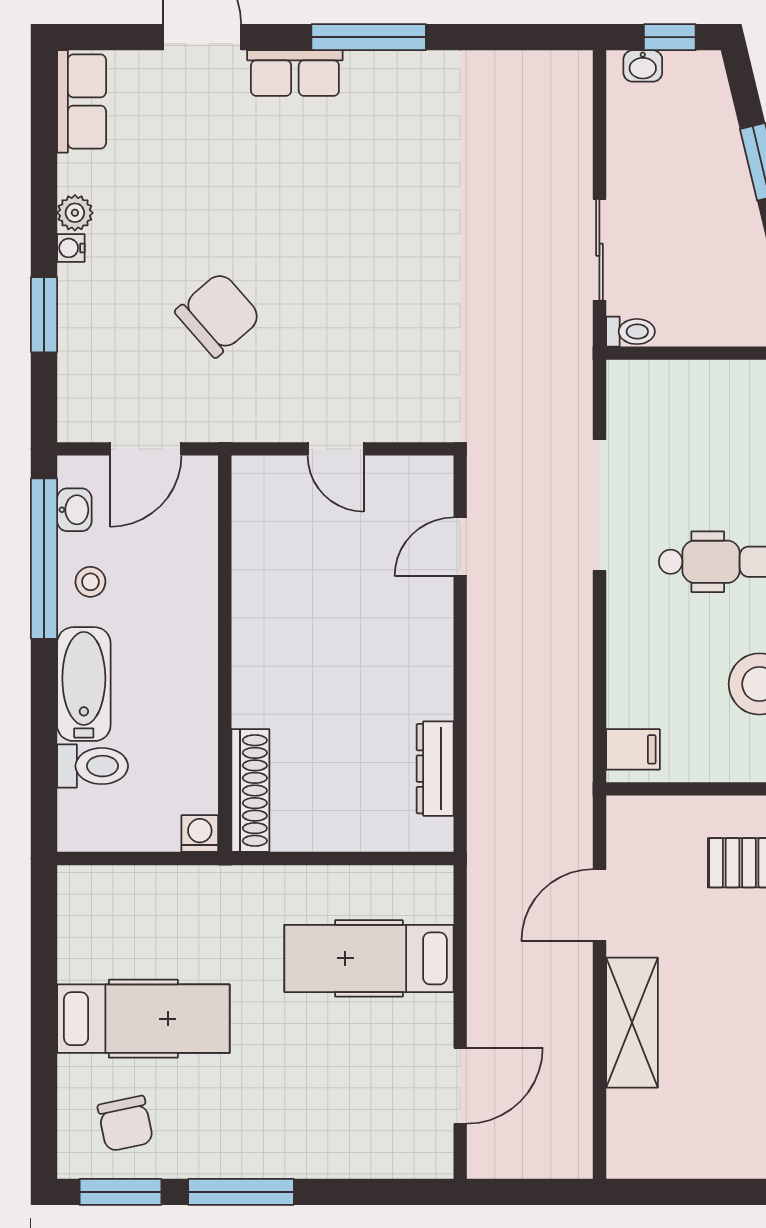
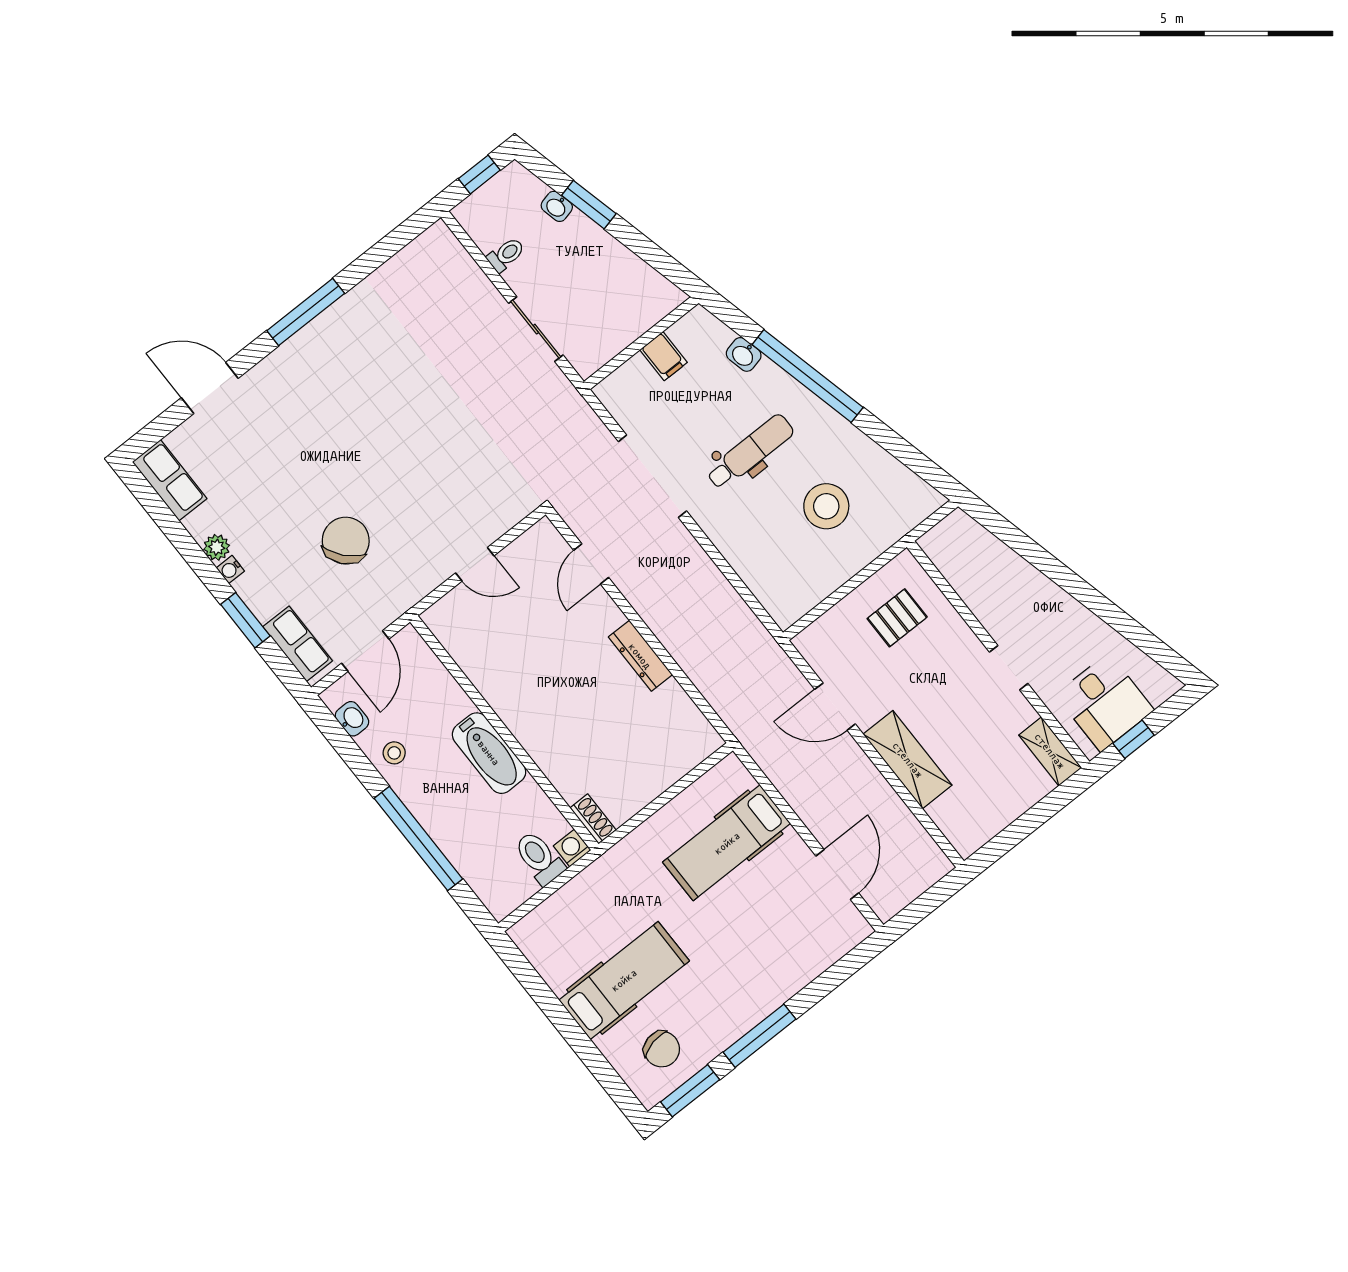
washbasin: (643, 66) -> (557, 206), moved, turned 76
row of seats: (295, 73) -> (298, 644), moved, turned -90
toilet: (630, 332) -> (506, 255), moved
window: (44, 559) -> (418, 839), moved
bathtub: (84, 684) -> (489, 753), moved, turned 180
filing cabinet: (633, 749) -> (664, 356), moved, turned 90
toilet: (93, 766) -> (539, 858), moved, turned -90
dresser: (435, 769) -> (640, 656), moved
shoe rack: (250, 791) -> (593, 819), width x0.51, depth x0.81
door: (599, 905) -> (835, 707), hinge flipped

